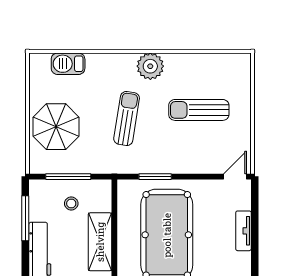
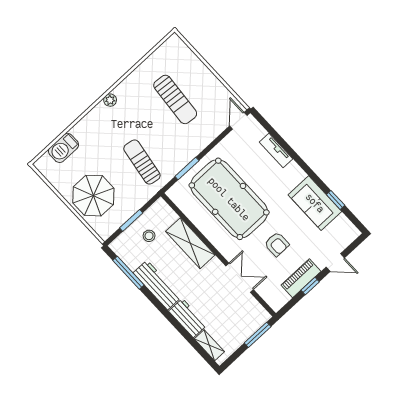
plant: (150, 66) -> (110, 100), width x0.53, depth x0.53
sun lounger: (199, 110) -> (175, 99), turned -85
sun lounger: (127, 119) -> (142, 162), moved
window: (68, 177) -> (131, 220), width x0.69

